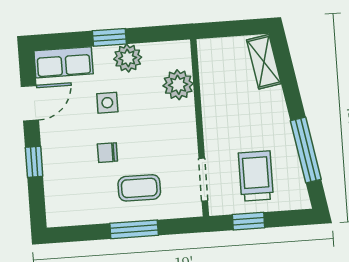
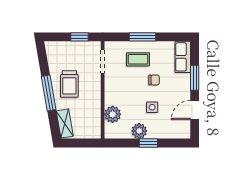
row of seats: (64, 62) -> (183, 57), moved, turned -90
window: (306, 150) -> (49, 93), moved
window: (34, 162) -> (195, 78), width x1.50
trolley: (256, 176) -> (69, 84), moved

